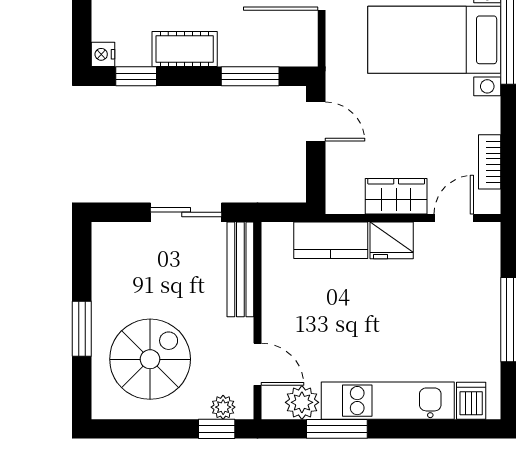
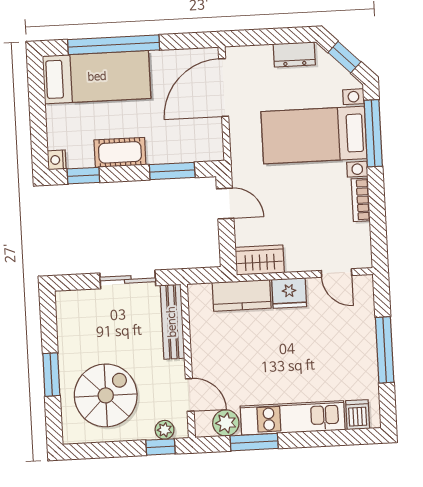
bookcase: (490, 162) -> (361, 200), moved
wardrobe: (396, 196) -> (260, 260), moved
door: (454, 218) -> (337, 273), swing flipped

